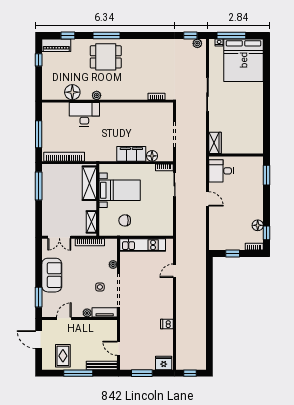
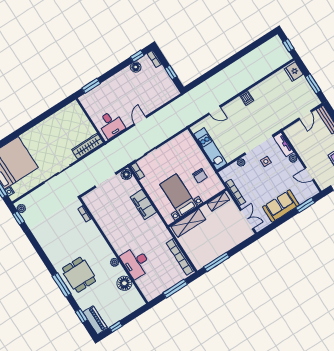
wardrobe: (215, 143) -> (87, 146), width x1.50
floor lamp: (152, 156) -> (126, 174), moved
dishwasher: (167, 324) -> (247, 98), moved

